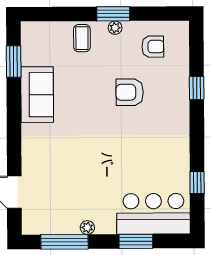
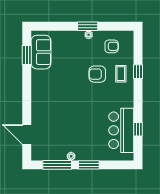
coffee table: (82, 38) -> (121, 74), moved
sofa: (37, 95) -> (41, 52), moved
bar counter: (153, 214) -> (121, 130), moved, turned -90
window: (136, 241) -> (89, 165), moved

